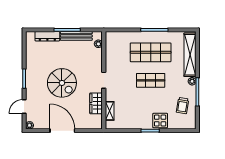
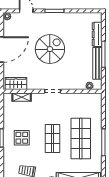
spiral stairs: (62, 83) -> (50, 49), turned 180
wardrobe: (96, 103) -> (16, 84), moved
display table: (160, 121) -> (22, 138), moved

